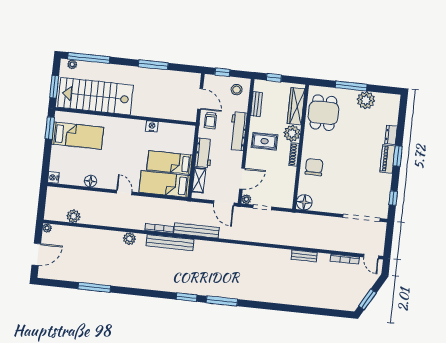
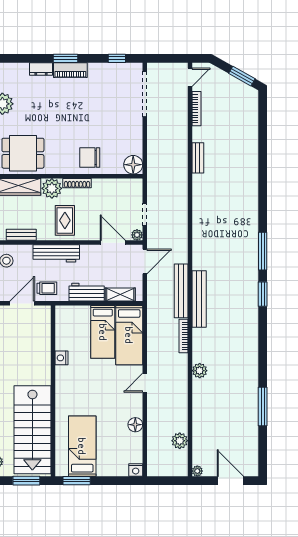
bench: (170, 243) -> (199, 299), moved

